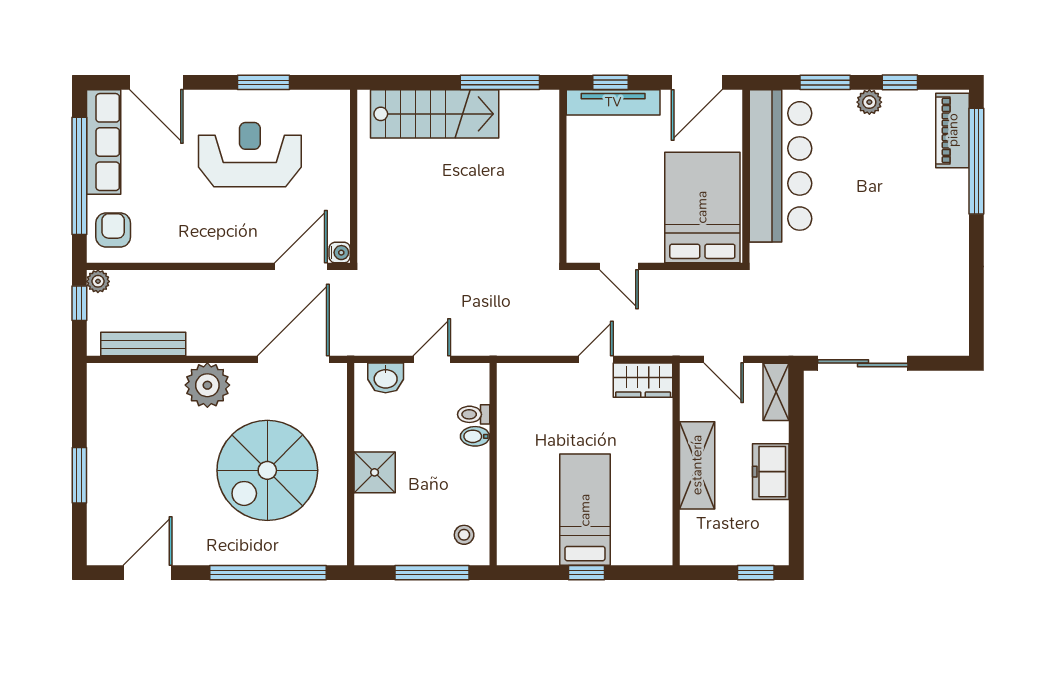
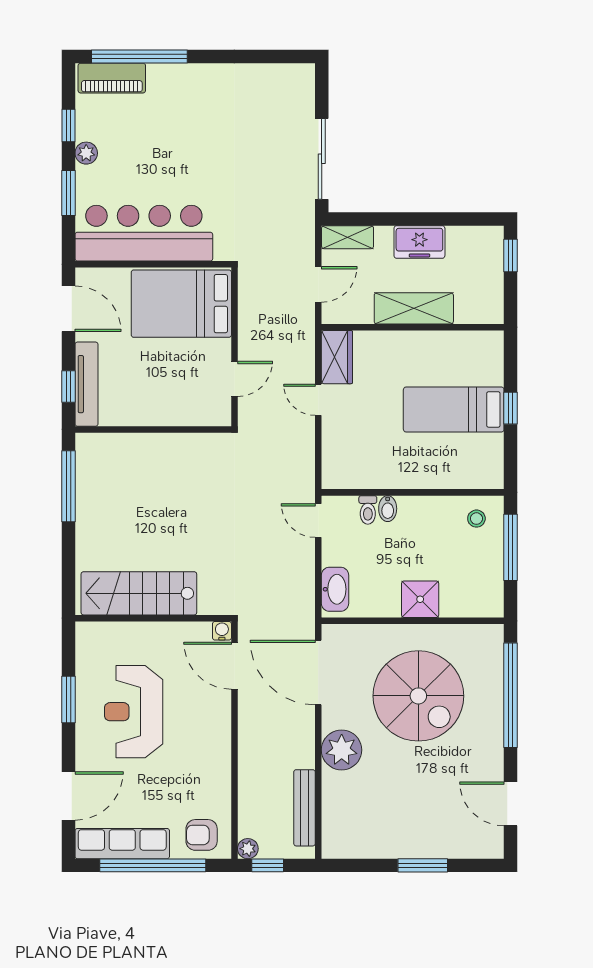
stairs: (435, 114) -> (139, 593), moved, turned -90
door: (432, 359) -> (318, 521), moved
washbasin: (386, 378) -> (335, 589), width x1.38

